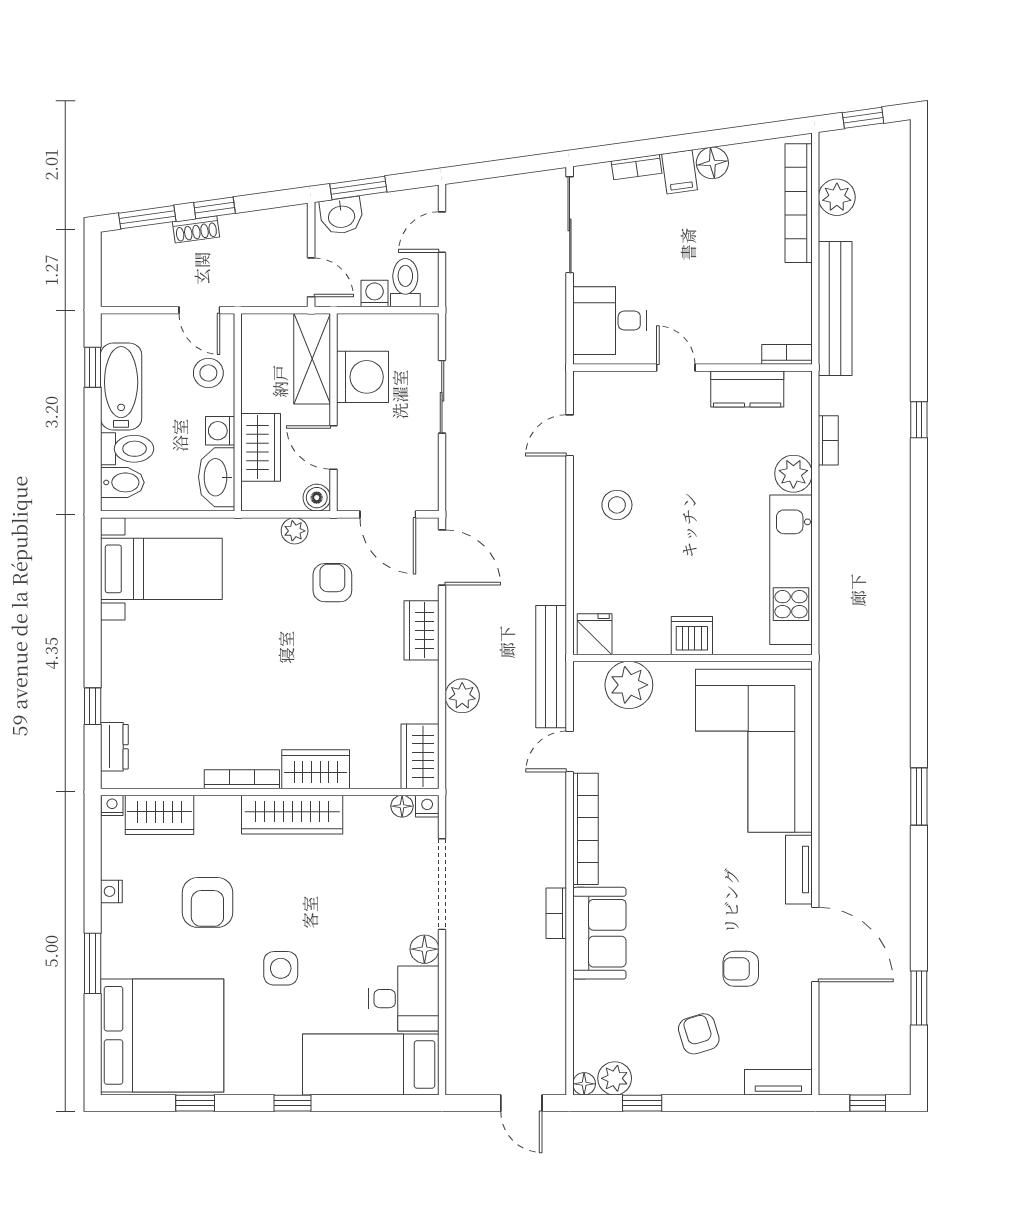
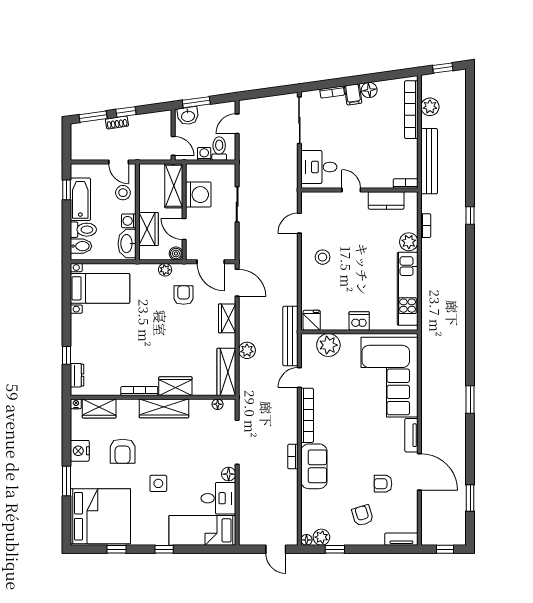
wardrobe: (420, 756) -> (226, 372), width x1.50
nightstand: (427, 806) -> (230, 404), removed
nightstand: (111, 891) -> (80, 451), width x1.89, depth x1.79

